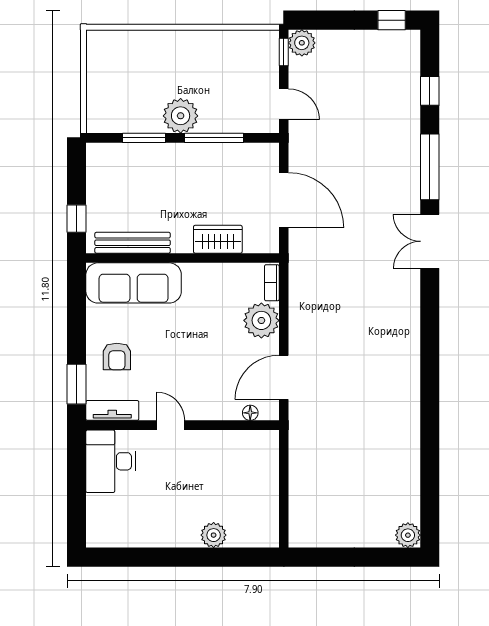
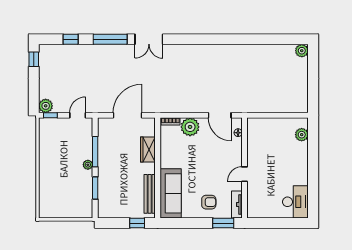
plant: (181, 116) -> (88, 165), width x0.53, depth x0.53
desk: (111, 461) -> (295, 202), moved, turned -90
plant: (214, 535) -> (302, 135), moved

